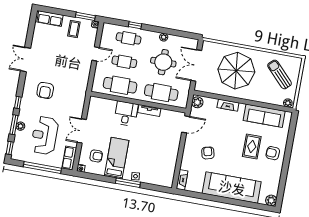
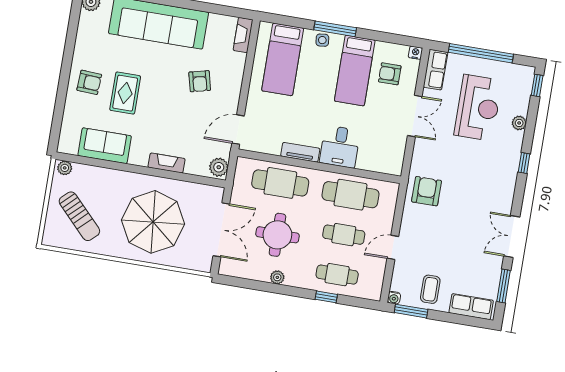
double door: (26, 59) -> (512, 236), swing flipped
armchair: (45, 90) -> (427, 191), moved
sofa: (264, 116) -> (105, 146), width x0.73
window: (14, 125) -> (504, 286), moved
bed: (159, 165) -> (283, 59), added

